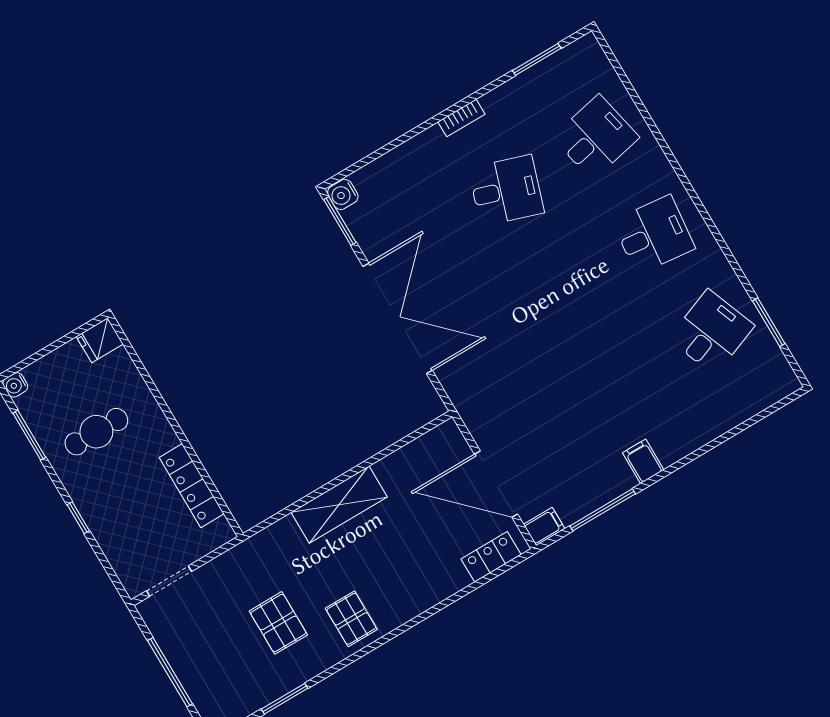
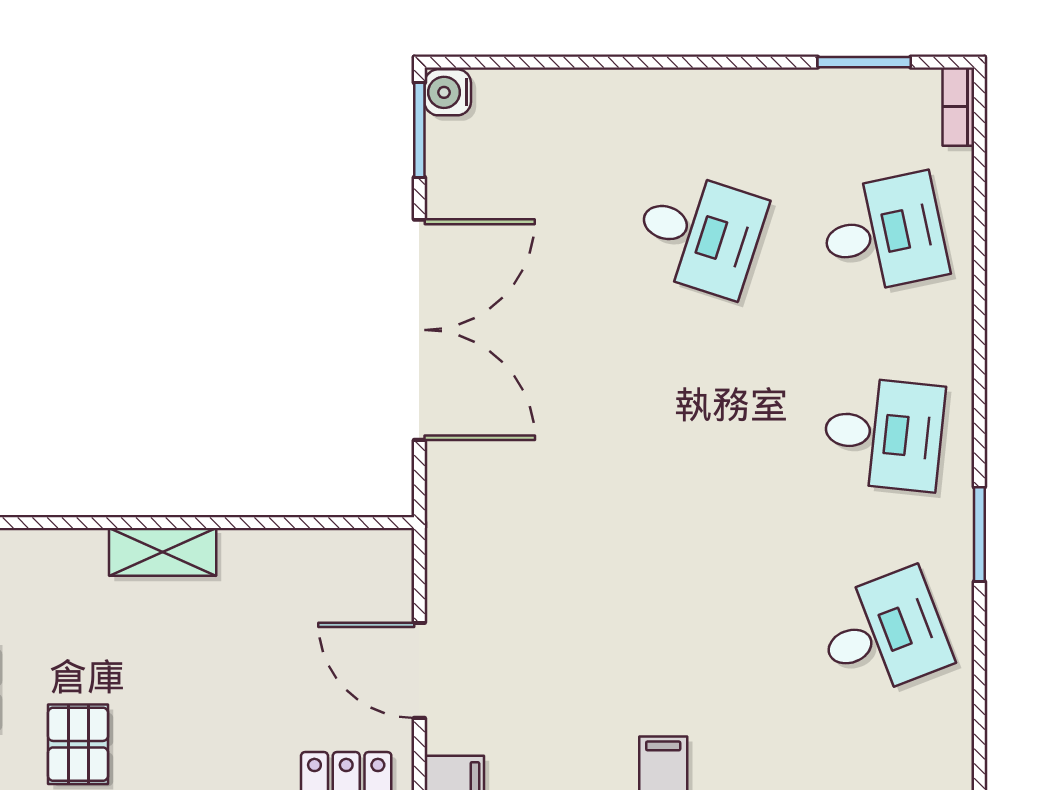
bookcase: (461, 118) -> (958, 107), moved, turned 90
window: (769, 322) -> (979, 534), moved
door: (496, 484) -> (419, 670), width x0.73
shelving: (339, 505) -> (163, 552), width x0.67, depth x0.75

